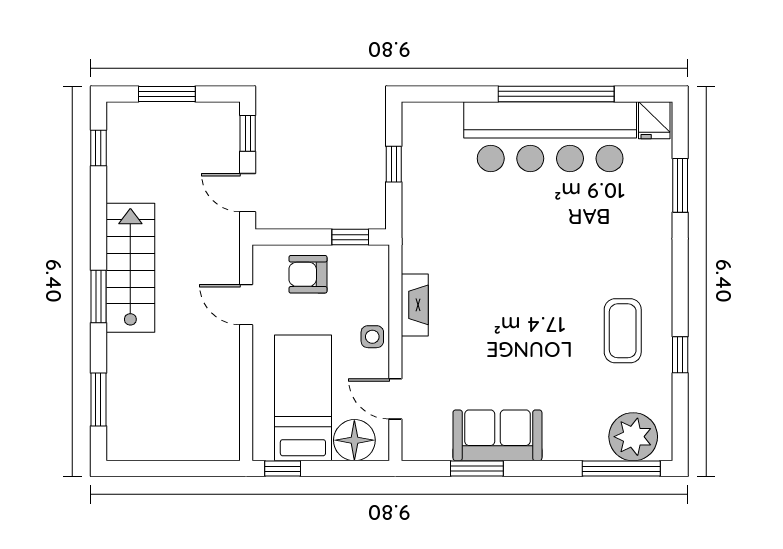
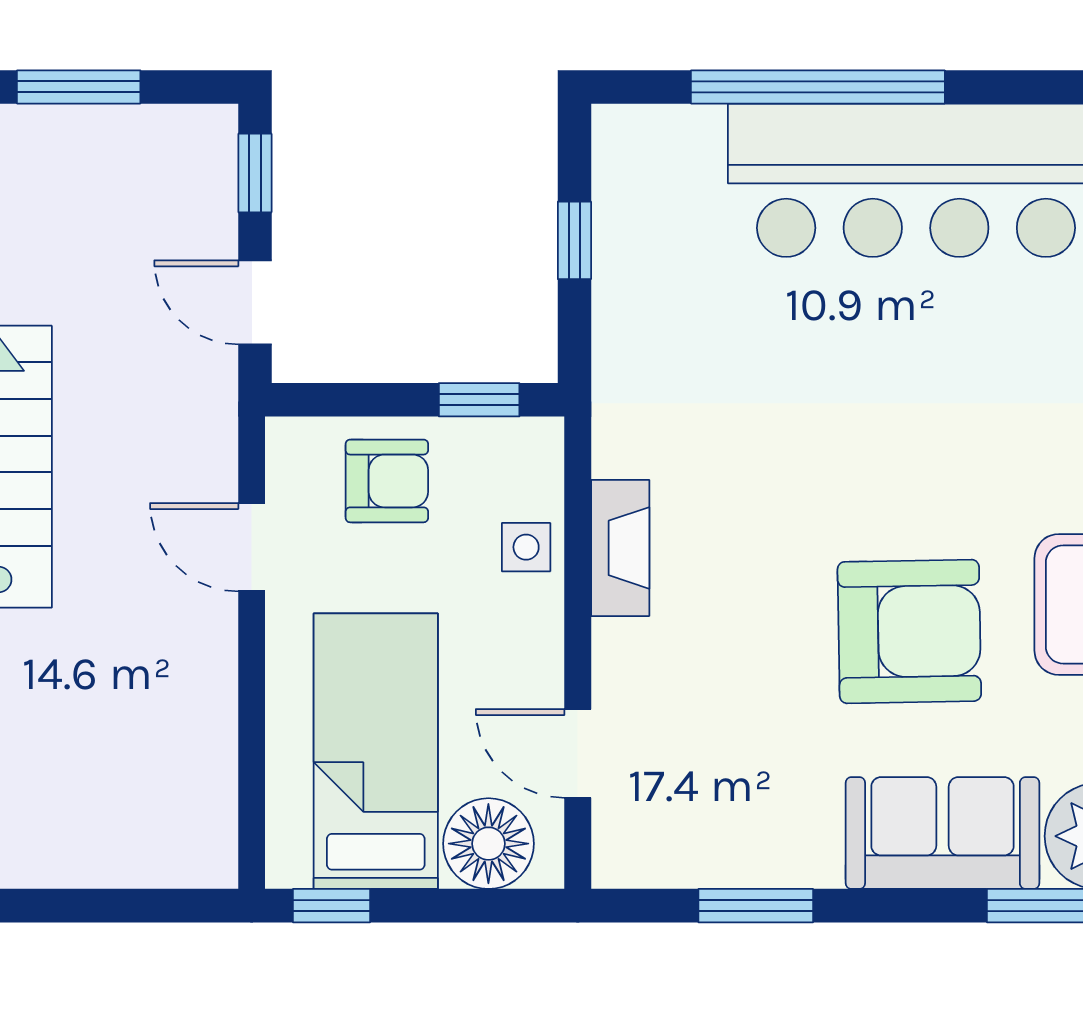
window: (556, 94) -> (818, 87), moved
armchair: (308, 274) -> (387, 481), turned 180
side table: (372, 337) -> (526, 547), moved
armchair: (547, 343) -> (909, 631), added
sofa: (497, 435) -> (942, 833), moved

